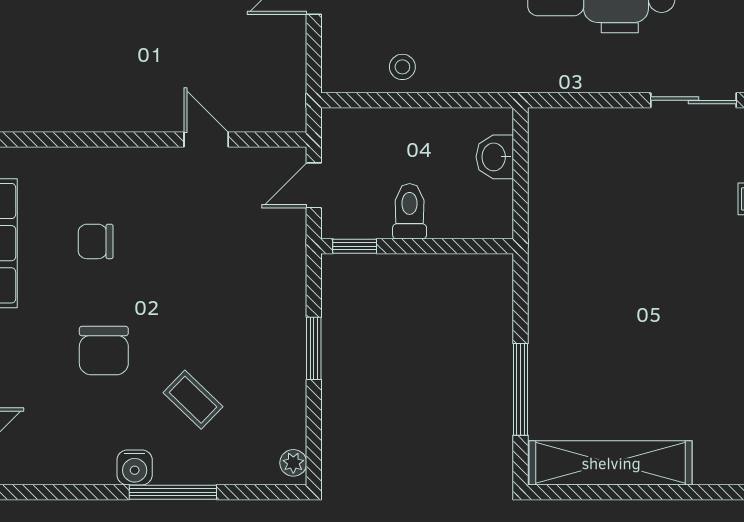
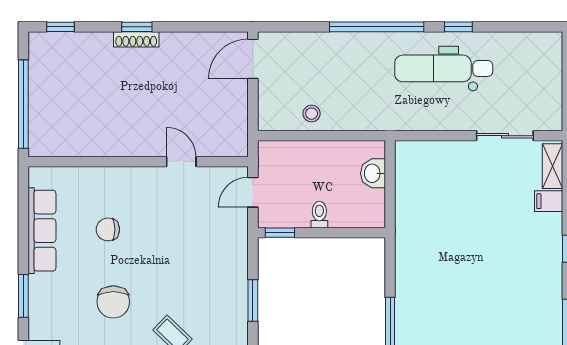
toilet: (410, 211) -> (319, 215), width x0.73, depth x0.72

